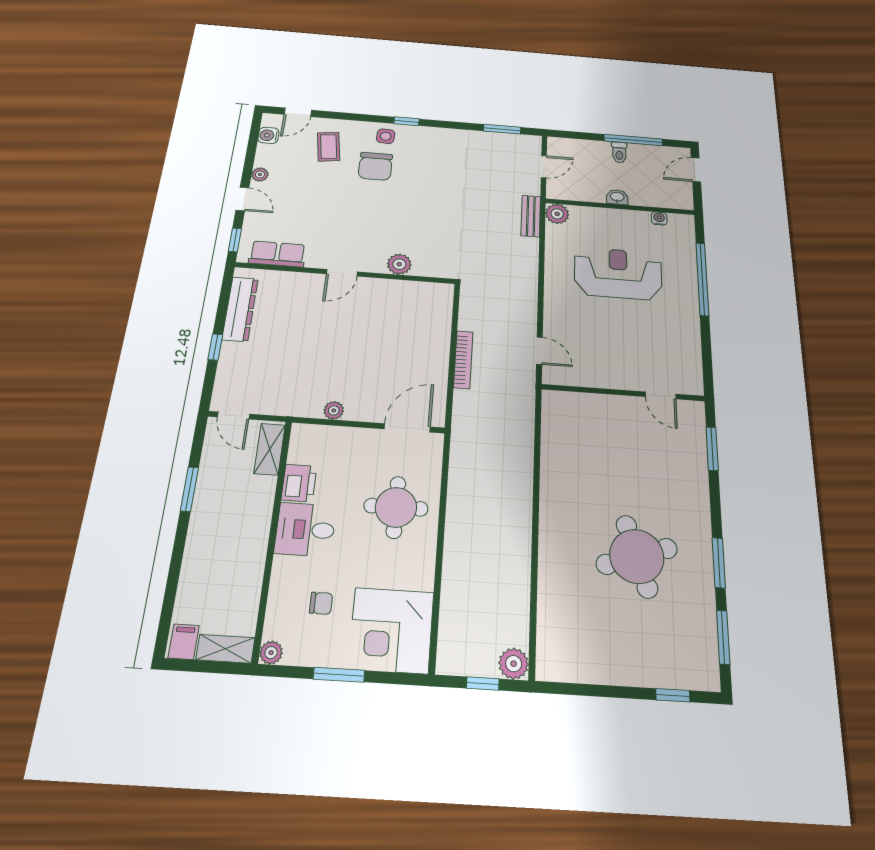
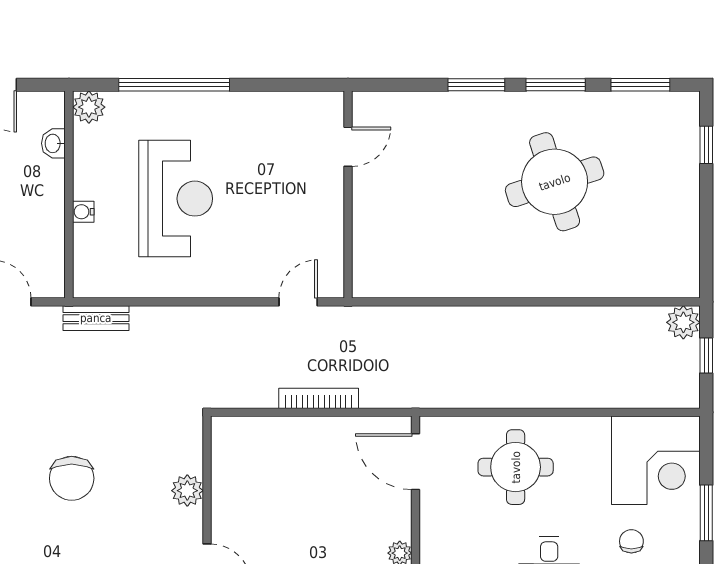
chair: (375, 166) -> (72, 478), moved, turned 90
washbasin: (617, 197) -> (53, 143), moved
plant: (557, 214) -> (89, 107), moved
water cooler: (659, 218) -> (83, 212), moved
reception desk: (618, 274) -> (176, 199), turned 180
window: (712, 449) -> (476, 85), moved

